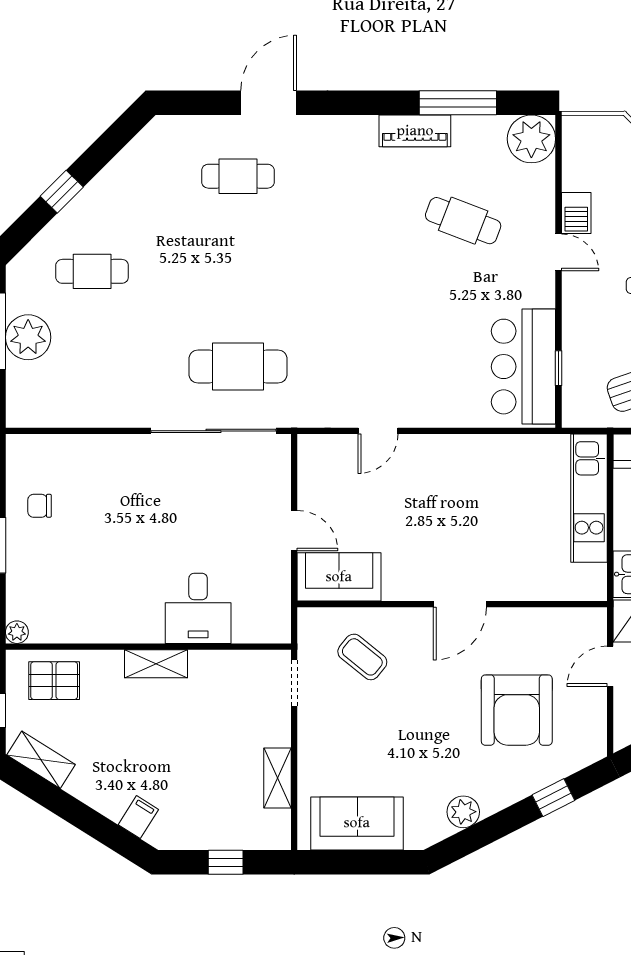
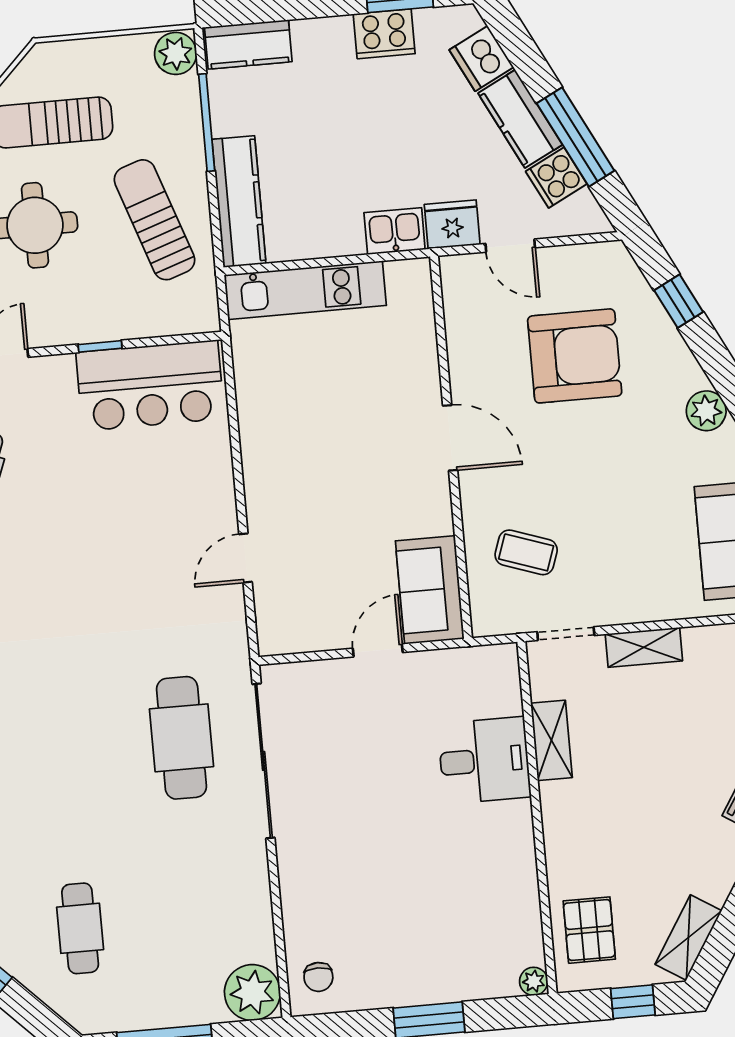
plant: (28, 337) -> (252, 993), moved
window: (558, 368) -> (100, 346), moved
door: (378, 431) -> (245, 558), swing flipped
chair: (40, 506) -> (318, 977), moved
coffee table: (362, 657) -> (526, 552), turned 70
shelving: (156, 664) -> (551, 740), moved
shelving: (278, 778) -> (644, 647), moved

